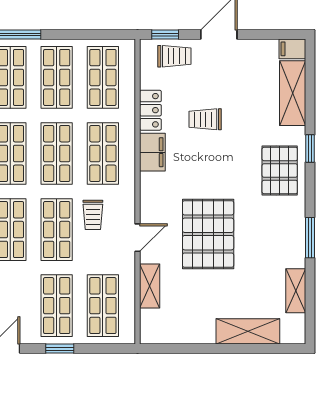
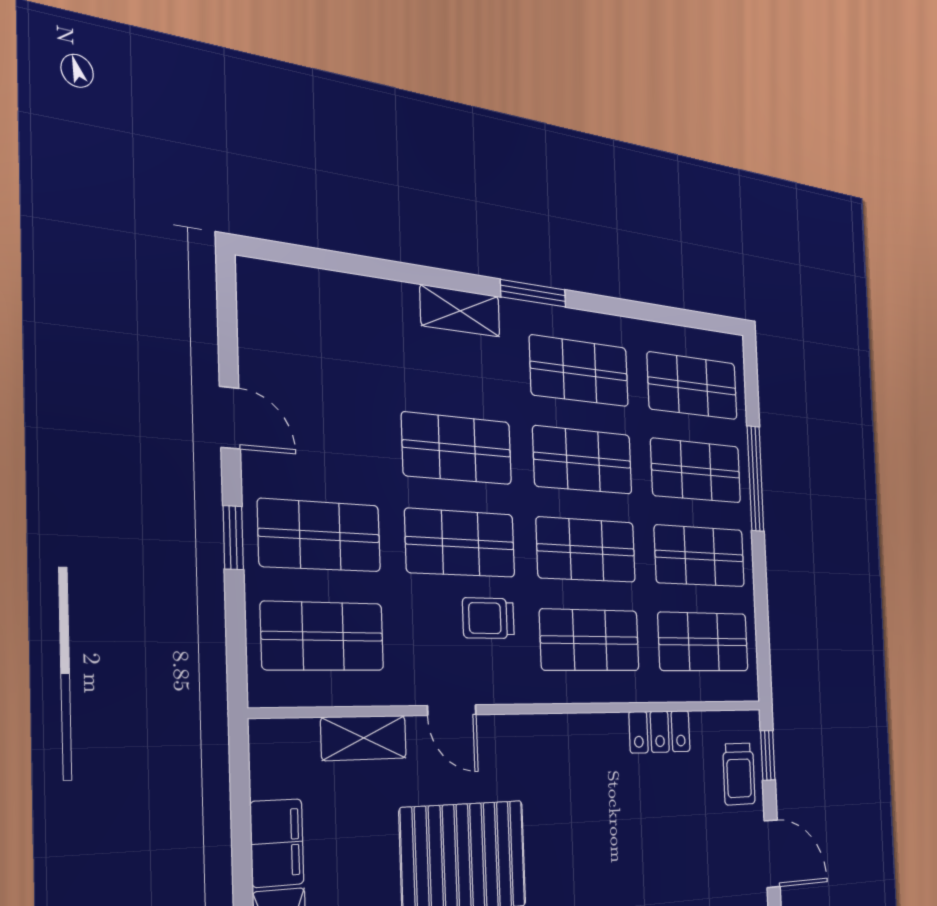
trolley: (205, 119) -> (650, 837), removed
filing cabinet: (152, 152) -> (277, 843), moved, turned -90

